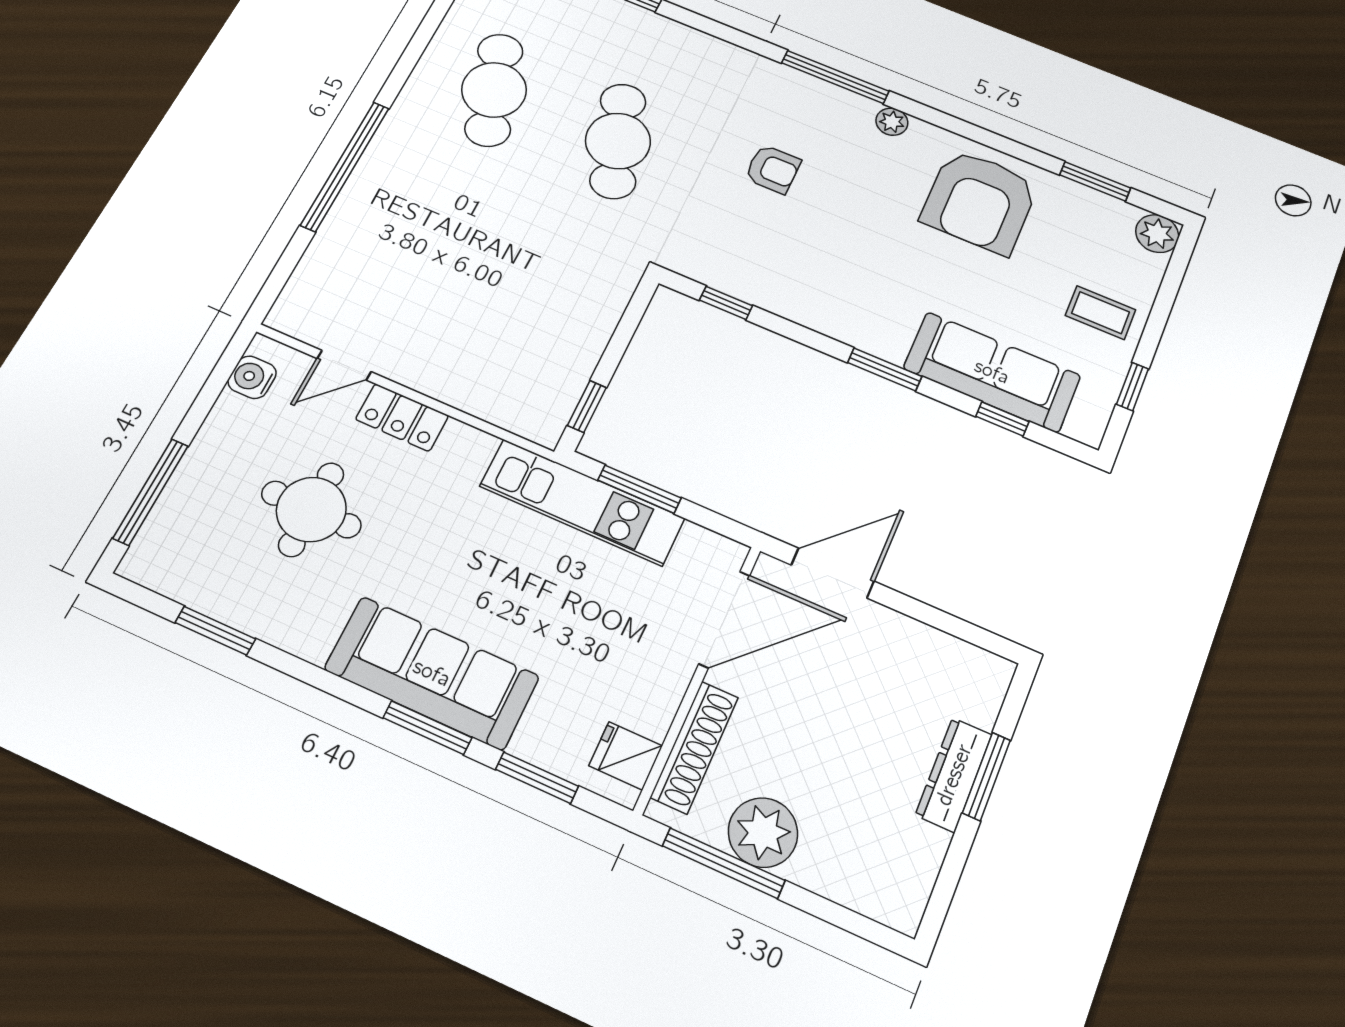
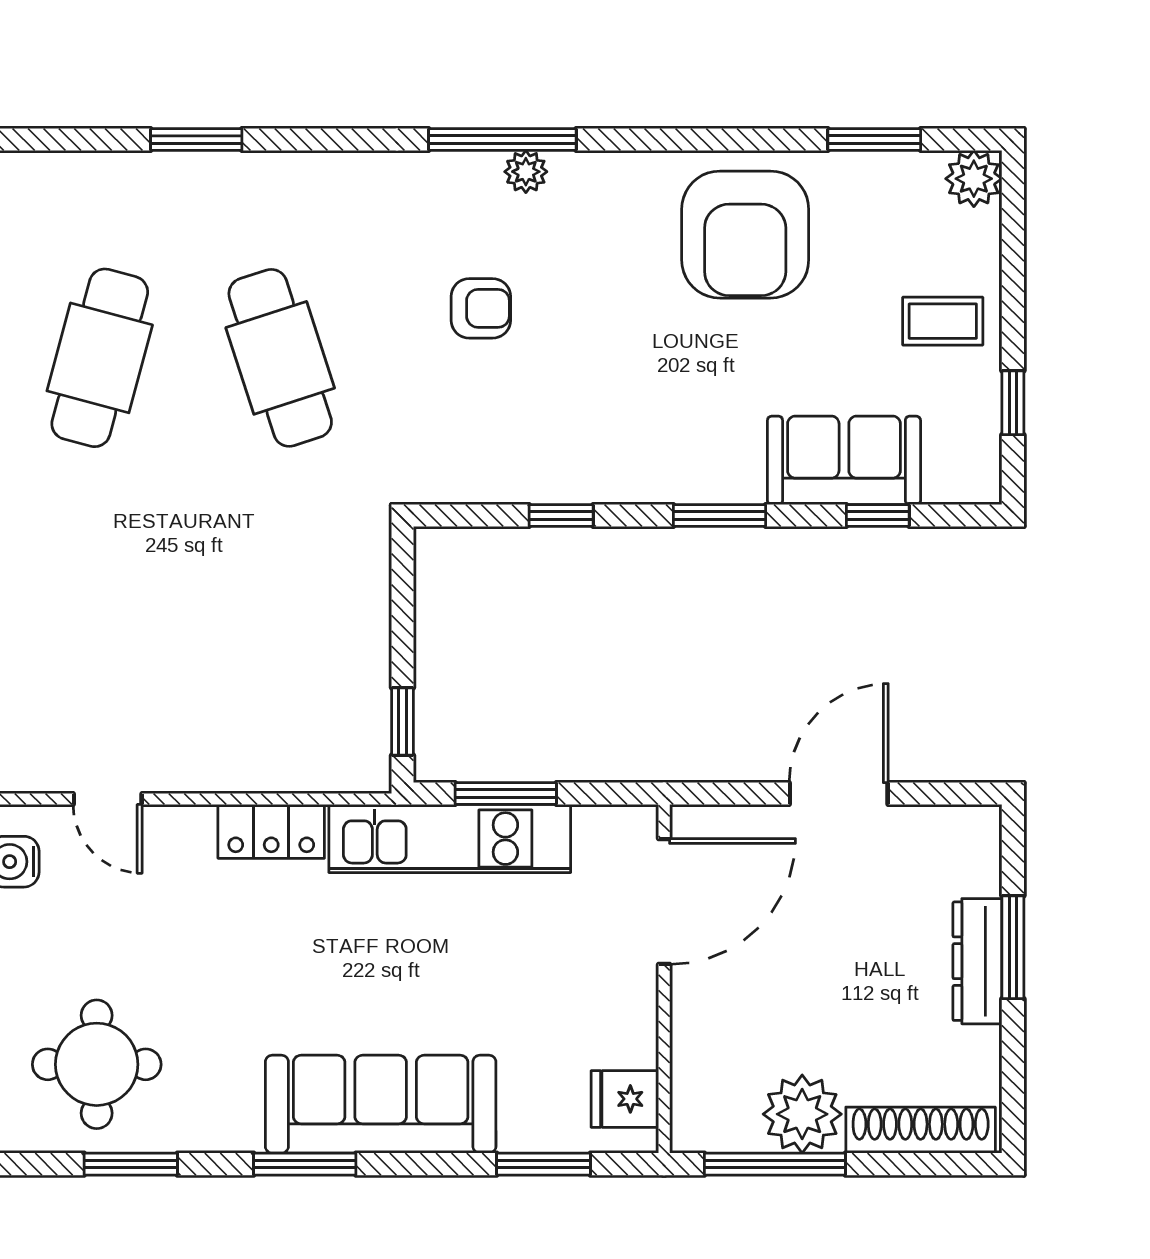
cafe table: (494, 90) -> (100, 358), turned 33
plant: (892, 122) -> (526, 172), moved
window: (726, 303) -> (561, 516), moved
door: (344, 365) -> (108, 799), hinge flipped
sofa: (992, 372) -> (844, 460), width x0.73
locker: (402, 417) -> (271, 831), moved
round table: (311, 509) -> (97, 1064), moved
door: (833, 573) -> (839, 794), moved
window: (427, 728) -> (305, 1164), moved
shoe rack: (694, 747) -> (921, 1130), moved, turned -90

